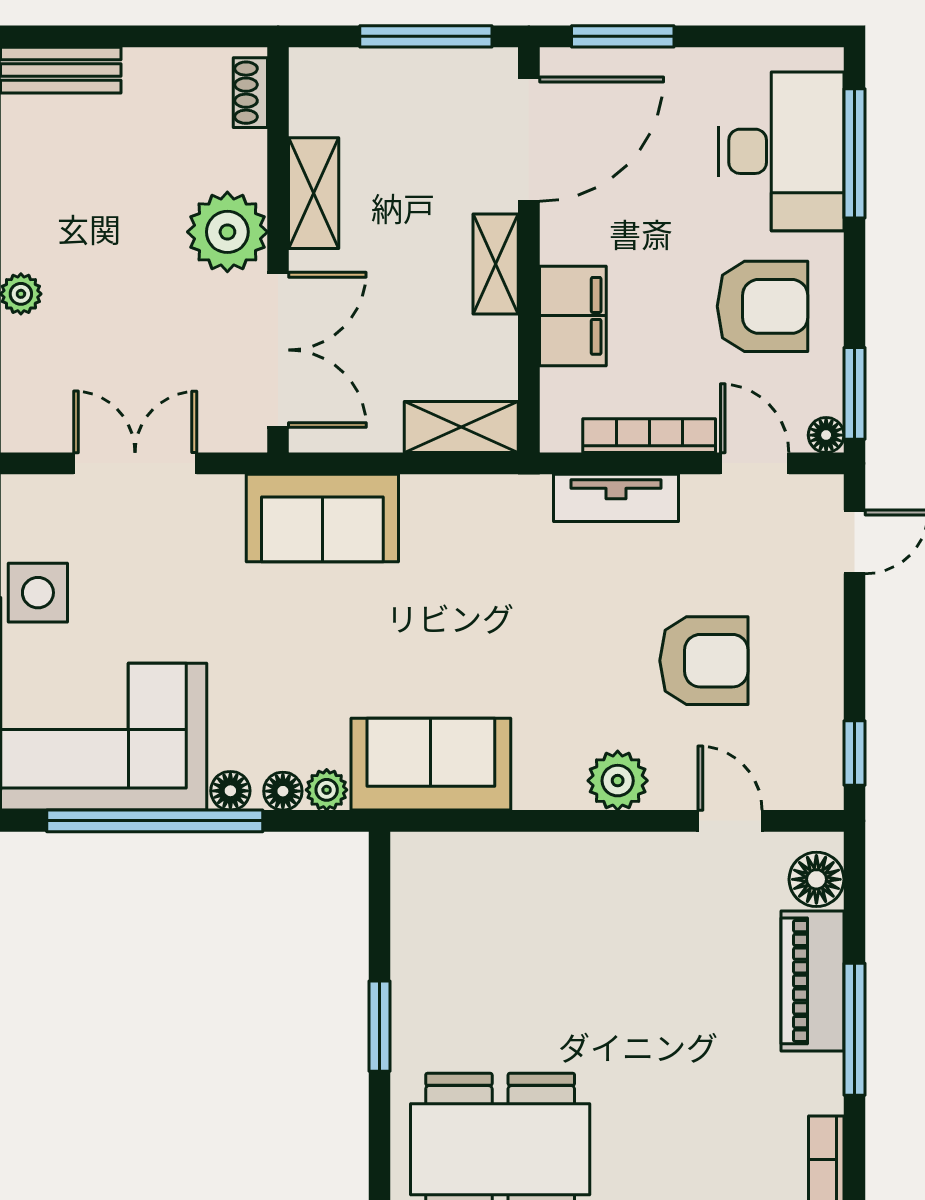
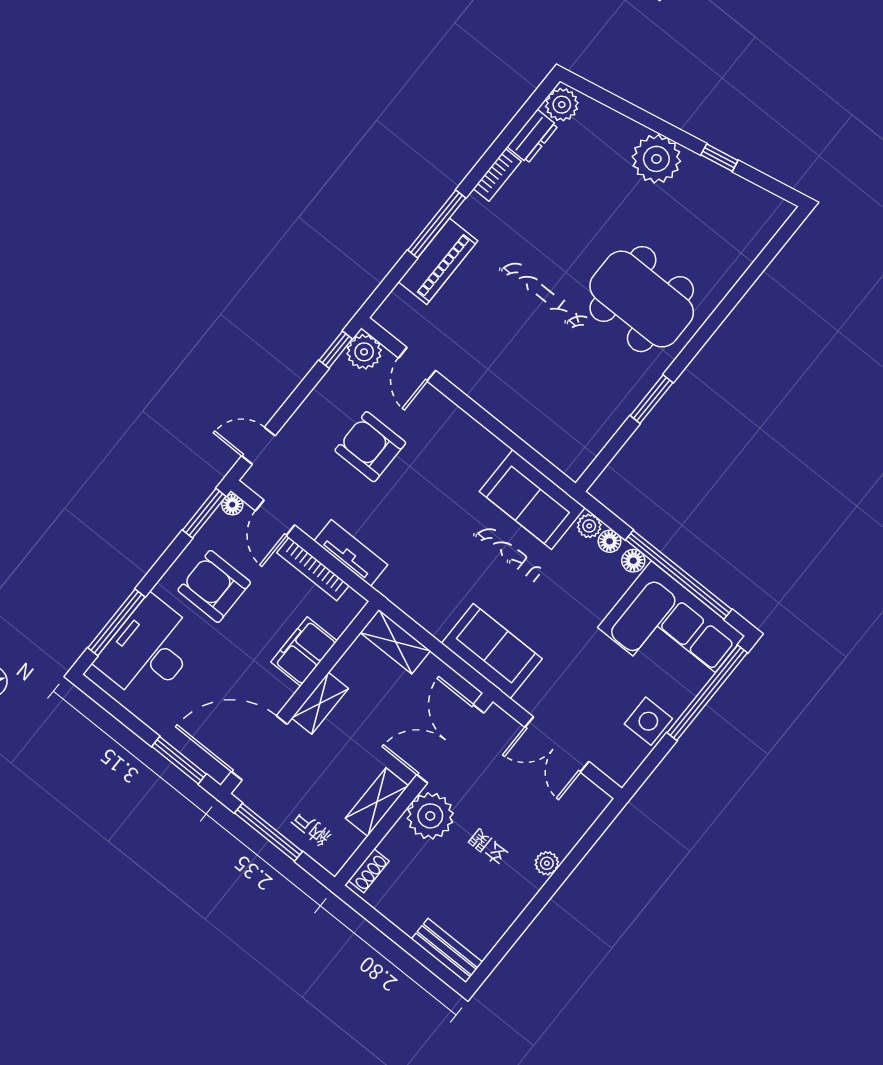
plant: (618, 781) -> (364, 352), moved
floor lamp: (816, 879) -> (399, 306), removed

